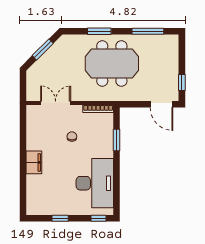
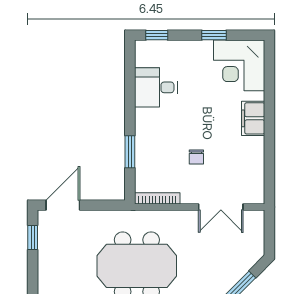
door: (161, 104) -> (63, 205), hinge flipped
desk: (95, 183) -> (156, 87), width x0.53, depth x0.77
corner desk: (43, 198) -> (239, 65), added

